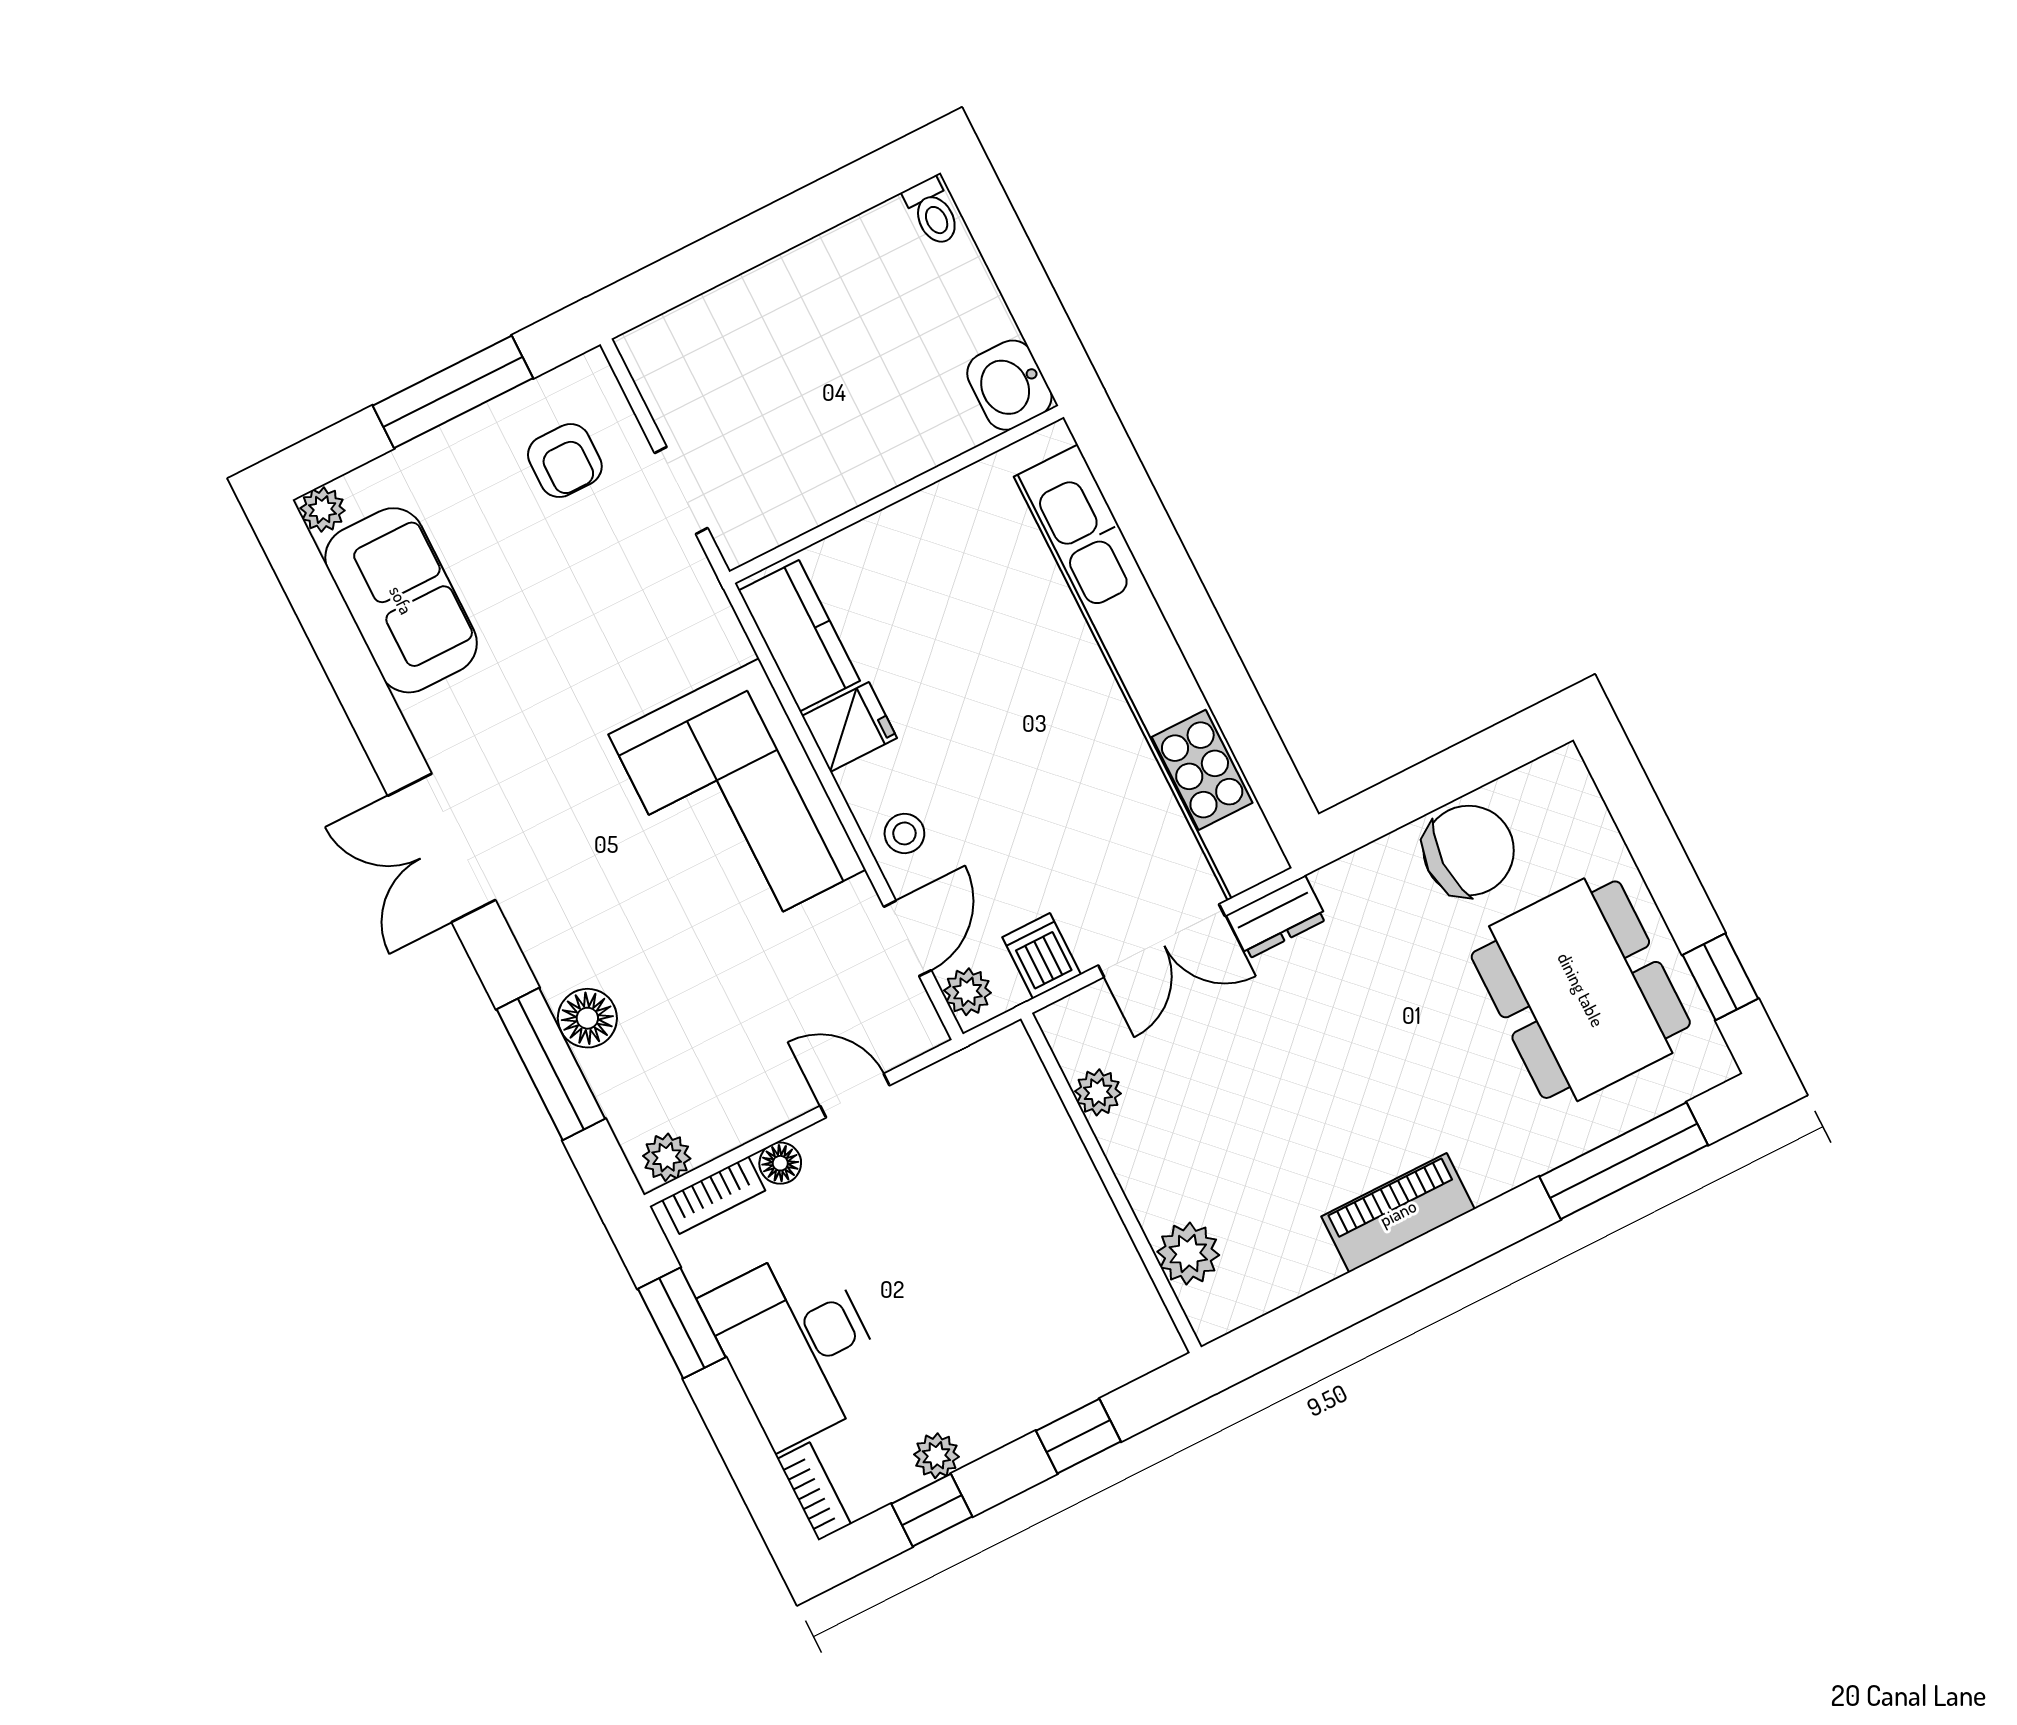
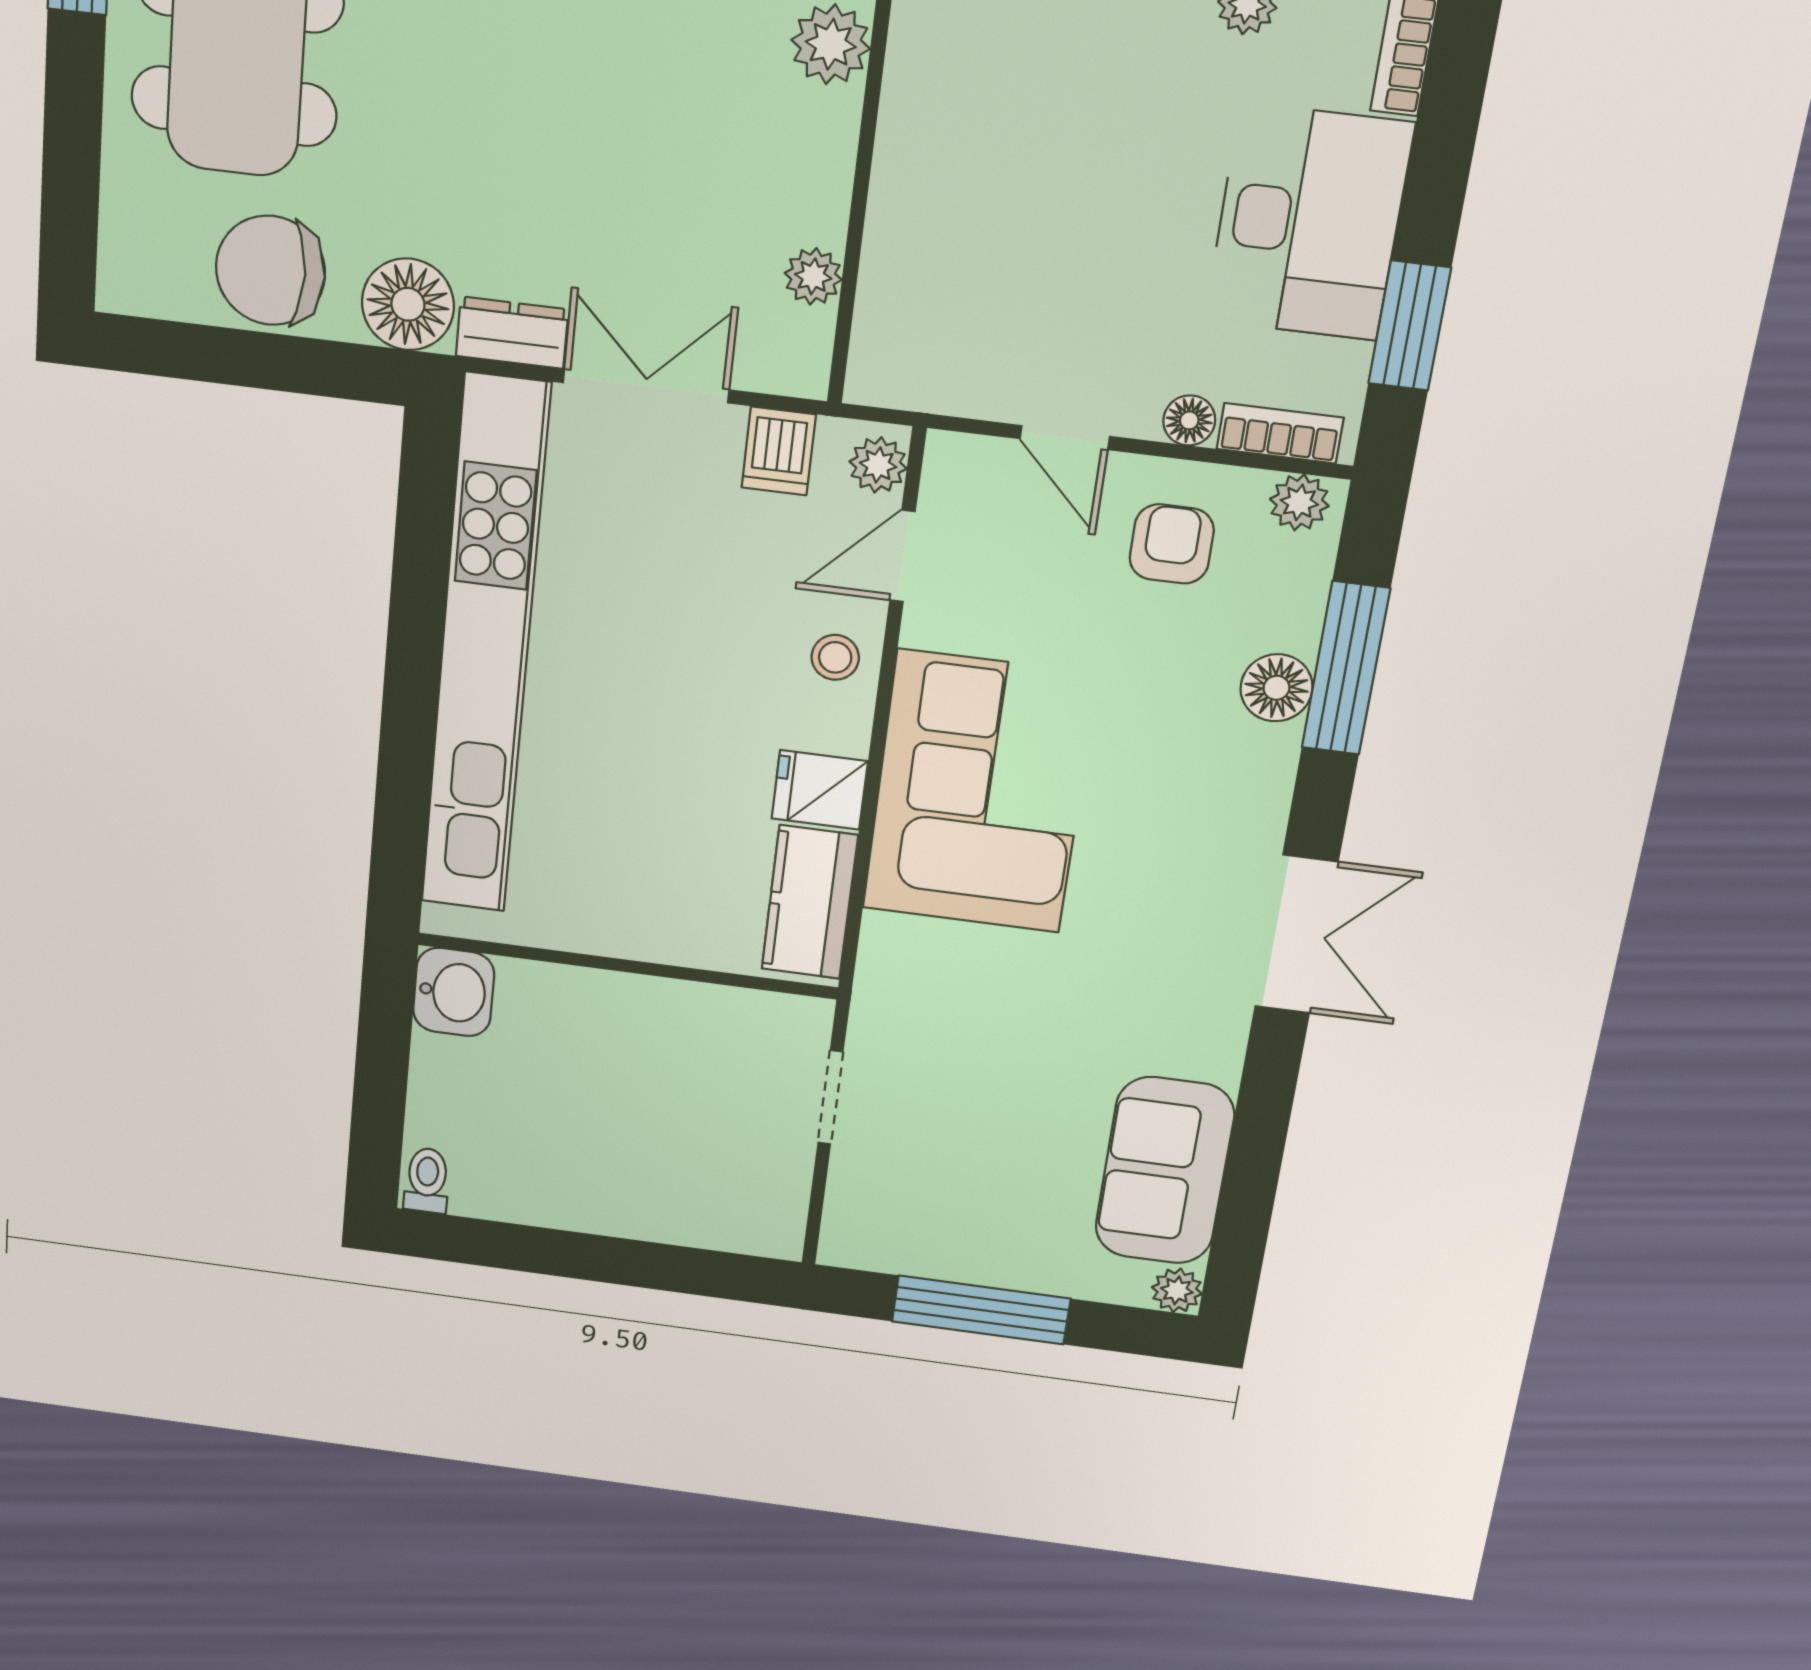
armchair: (565, 461) -> (1172, 544), moved
floor lamp: (1360, 890) -> (408, 304), added

